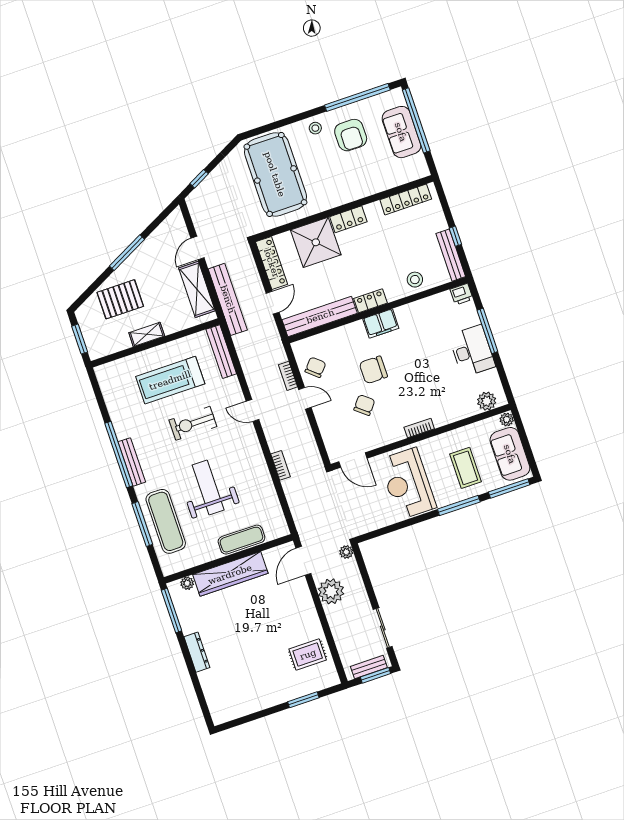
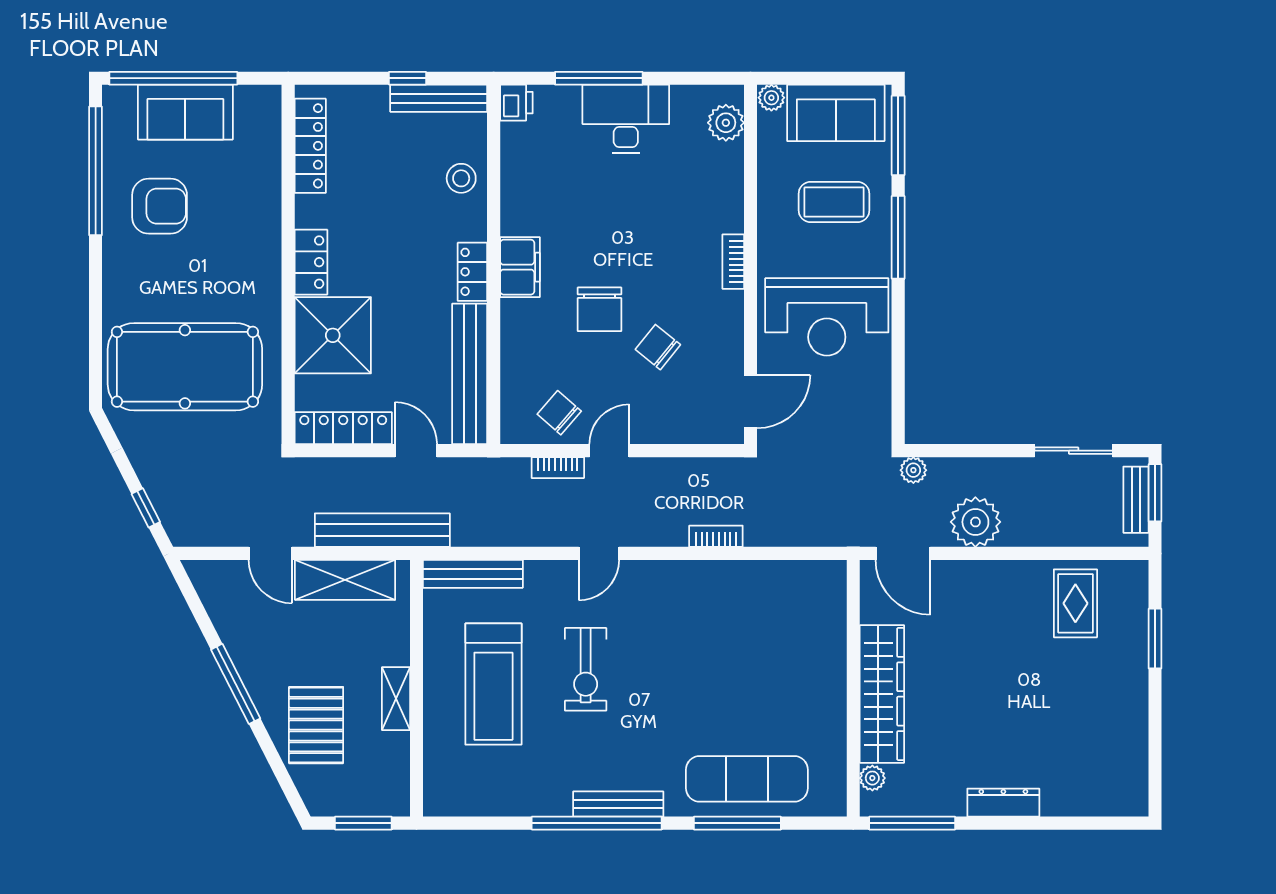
stool: (315, 128) -> (125, 266), removed
weight bench: (208, 487) -> (711, 681), removed
exercise mat: (241, 540) -> (826, 653), removed

